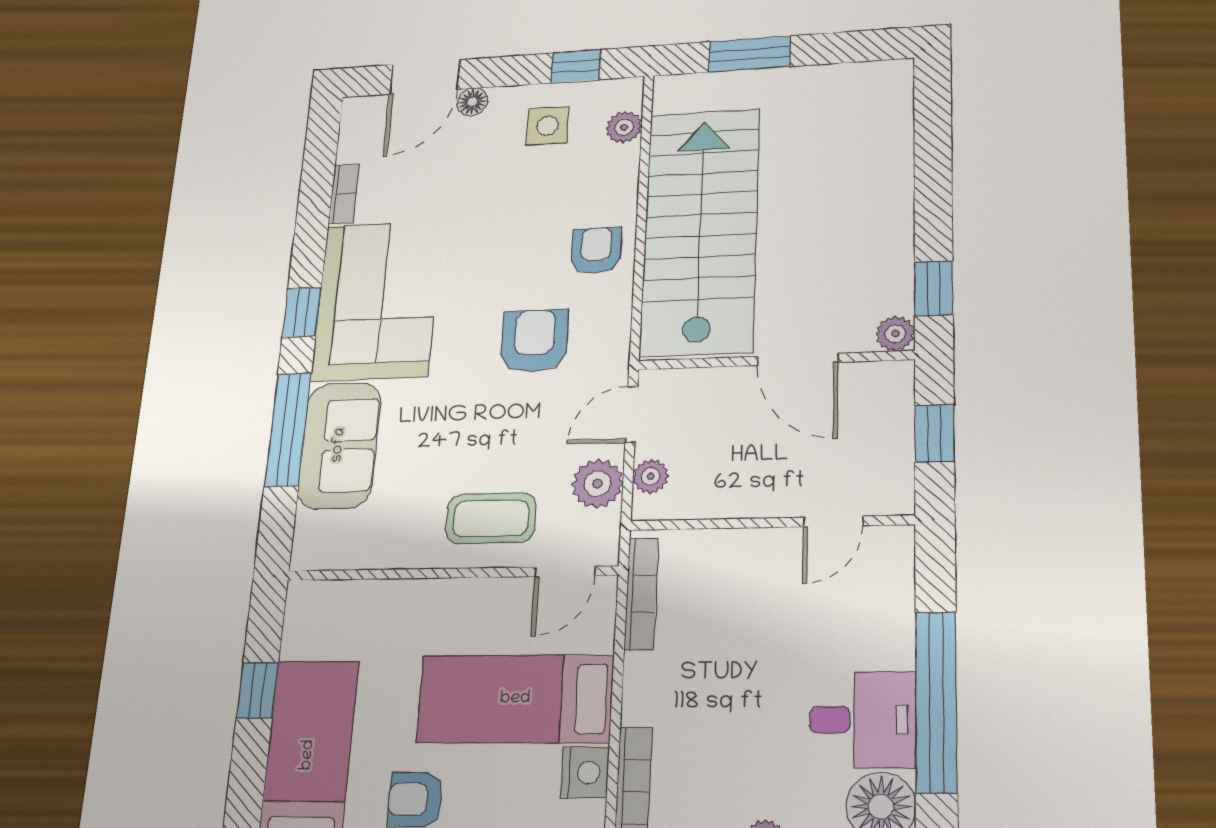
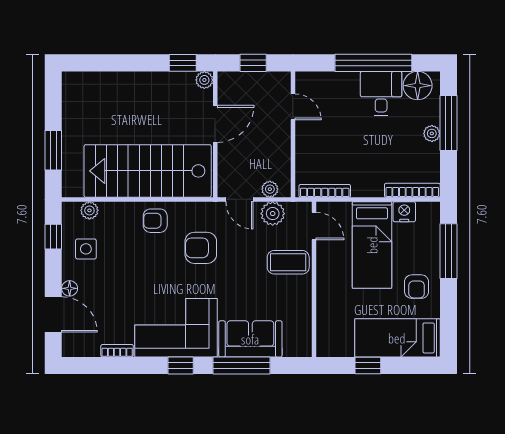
coffee table: (491, 518) -> (288, 262), turned 90

